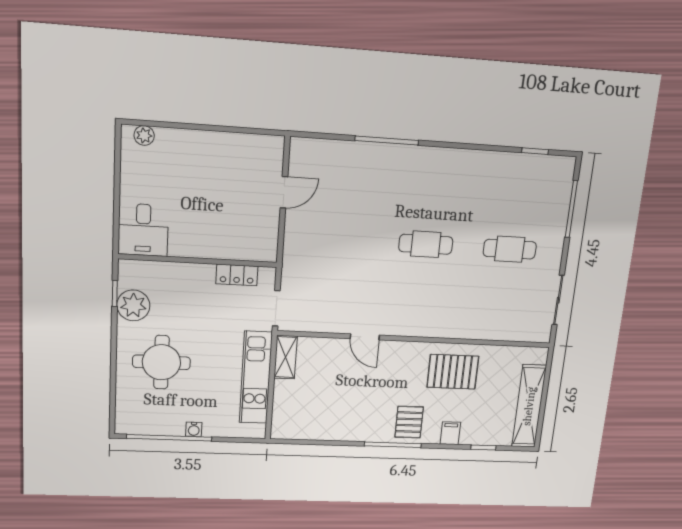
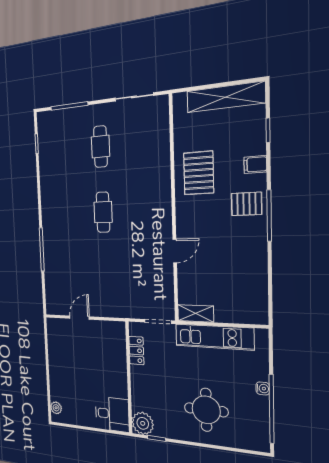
door: (284, 192) -> (79, 318), hinge flipped
plant: (133, 305) -> (143, 423), moved

